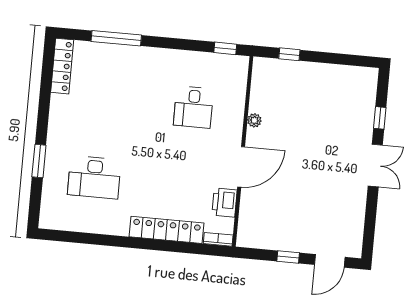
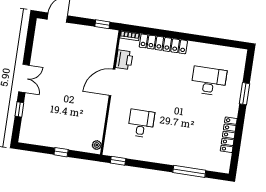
window: (289, 54) -> (61, 152), moved
locker: (62, 66) -> (229, 135), moved
plant: (254, 120) -> (97, 145), moved
double door: (375, 166) -> (24, 78), swing flipped
window: (288, 257) -> (102, 24), moved

